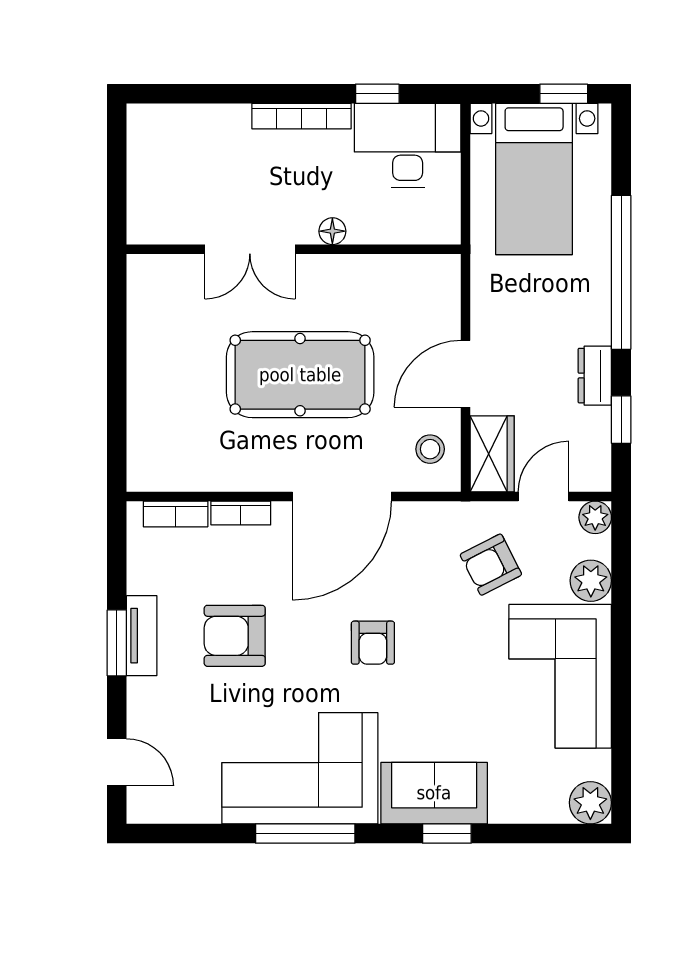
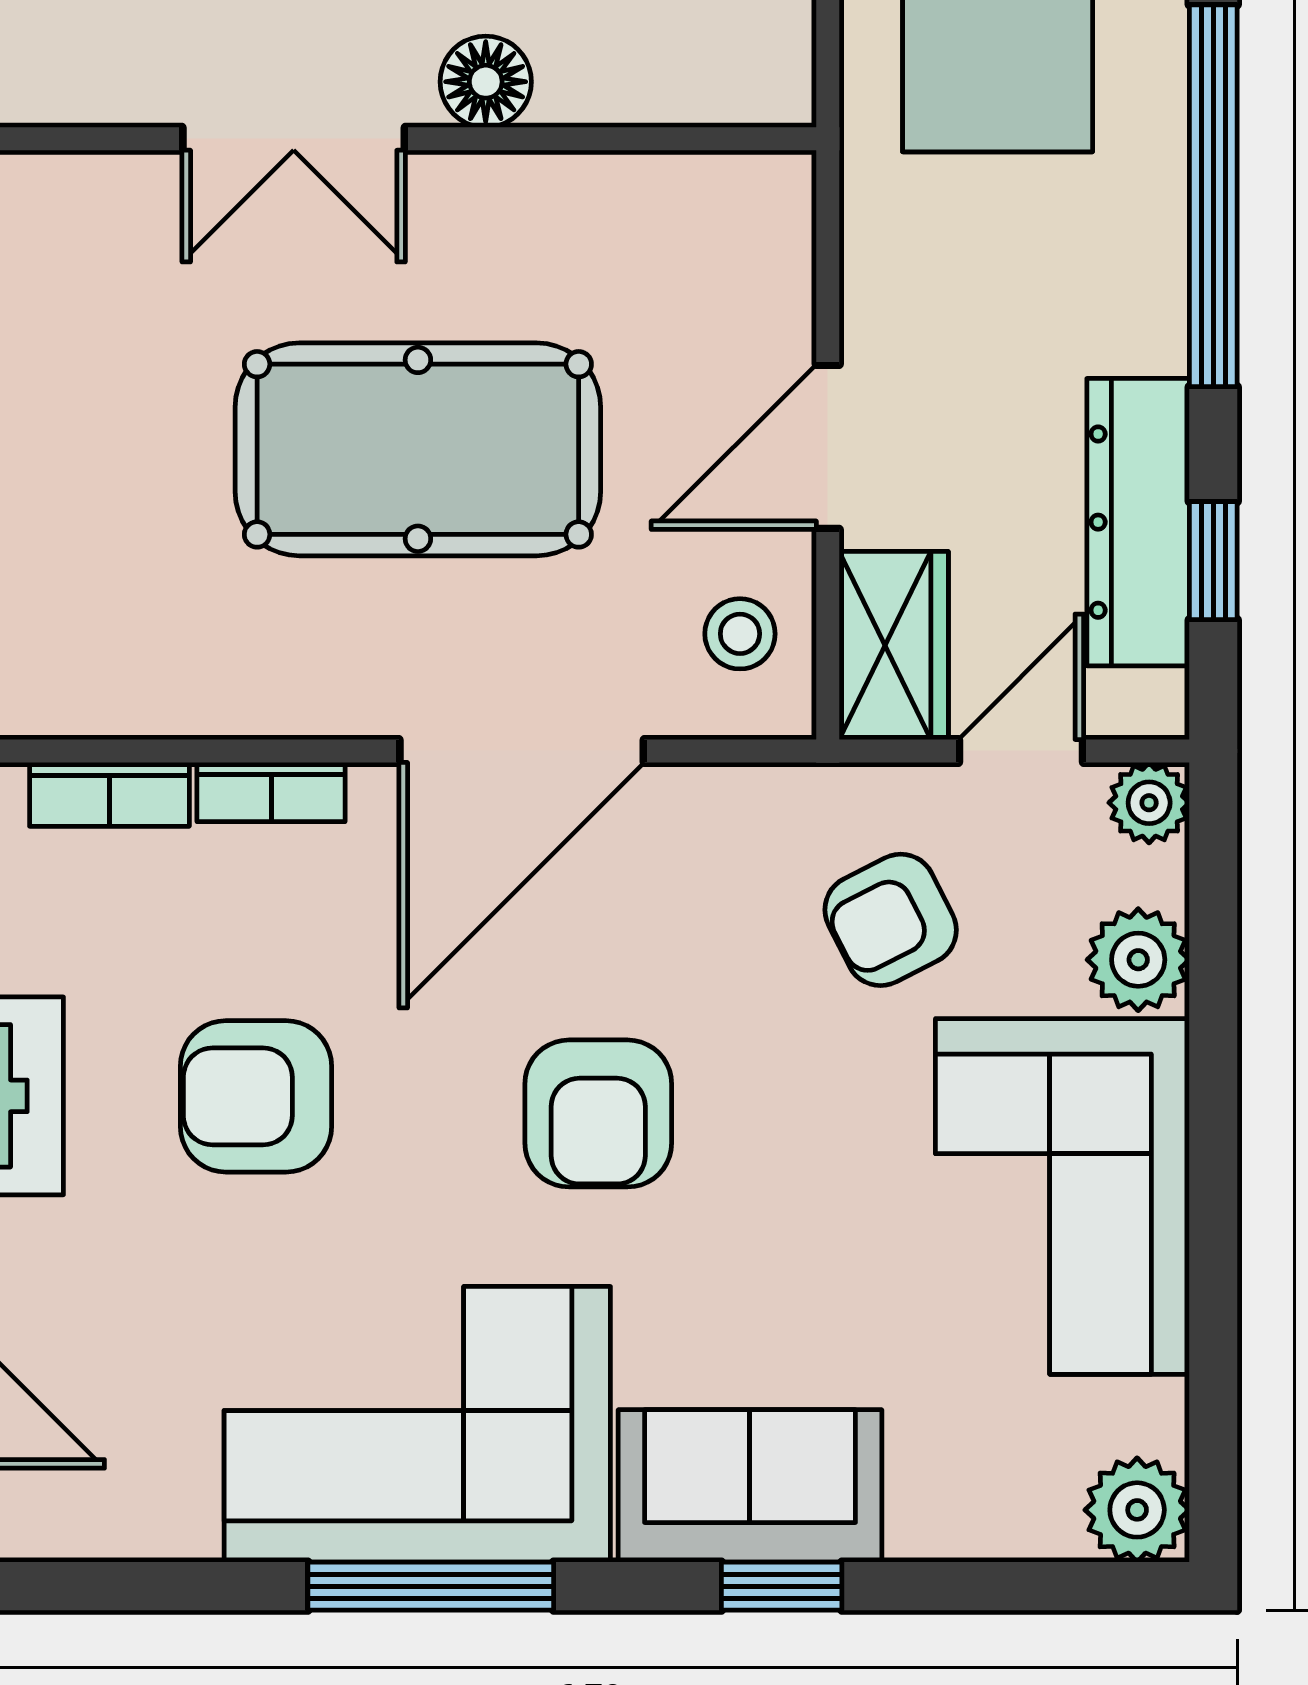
floor lamp: (332, 231) -> (486, 82), width x1.37, depth x1.37
dresser: (595, 376) -> (1138, 522), width x1.96, depth x1.24
armchair: (373, 643) -> (598, 1113), width x1.38, depth x1.38

